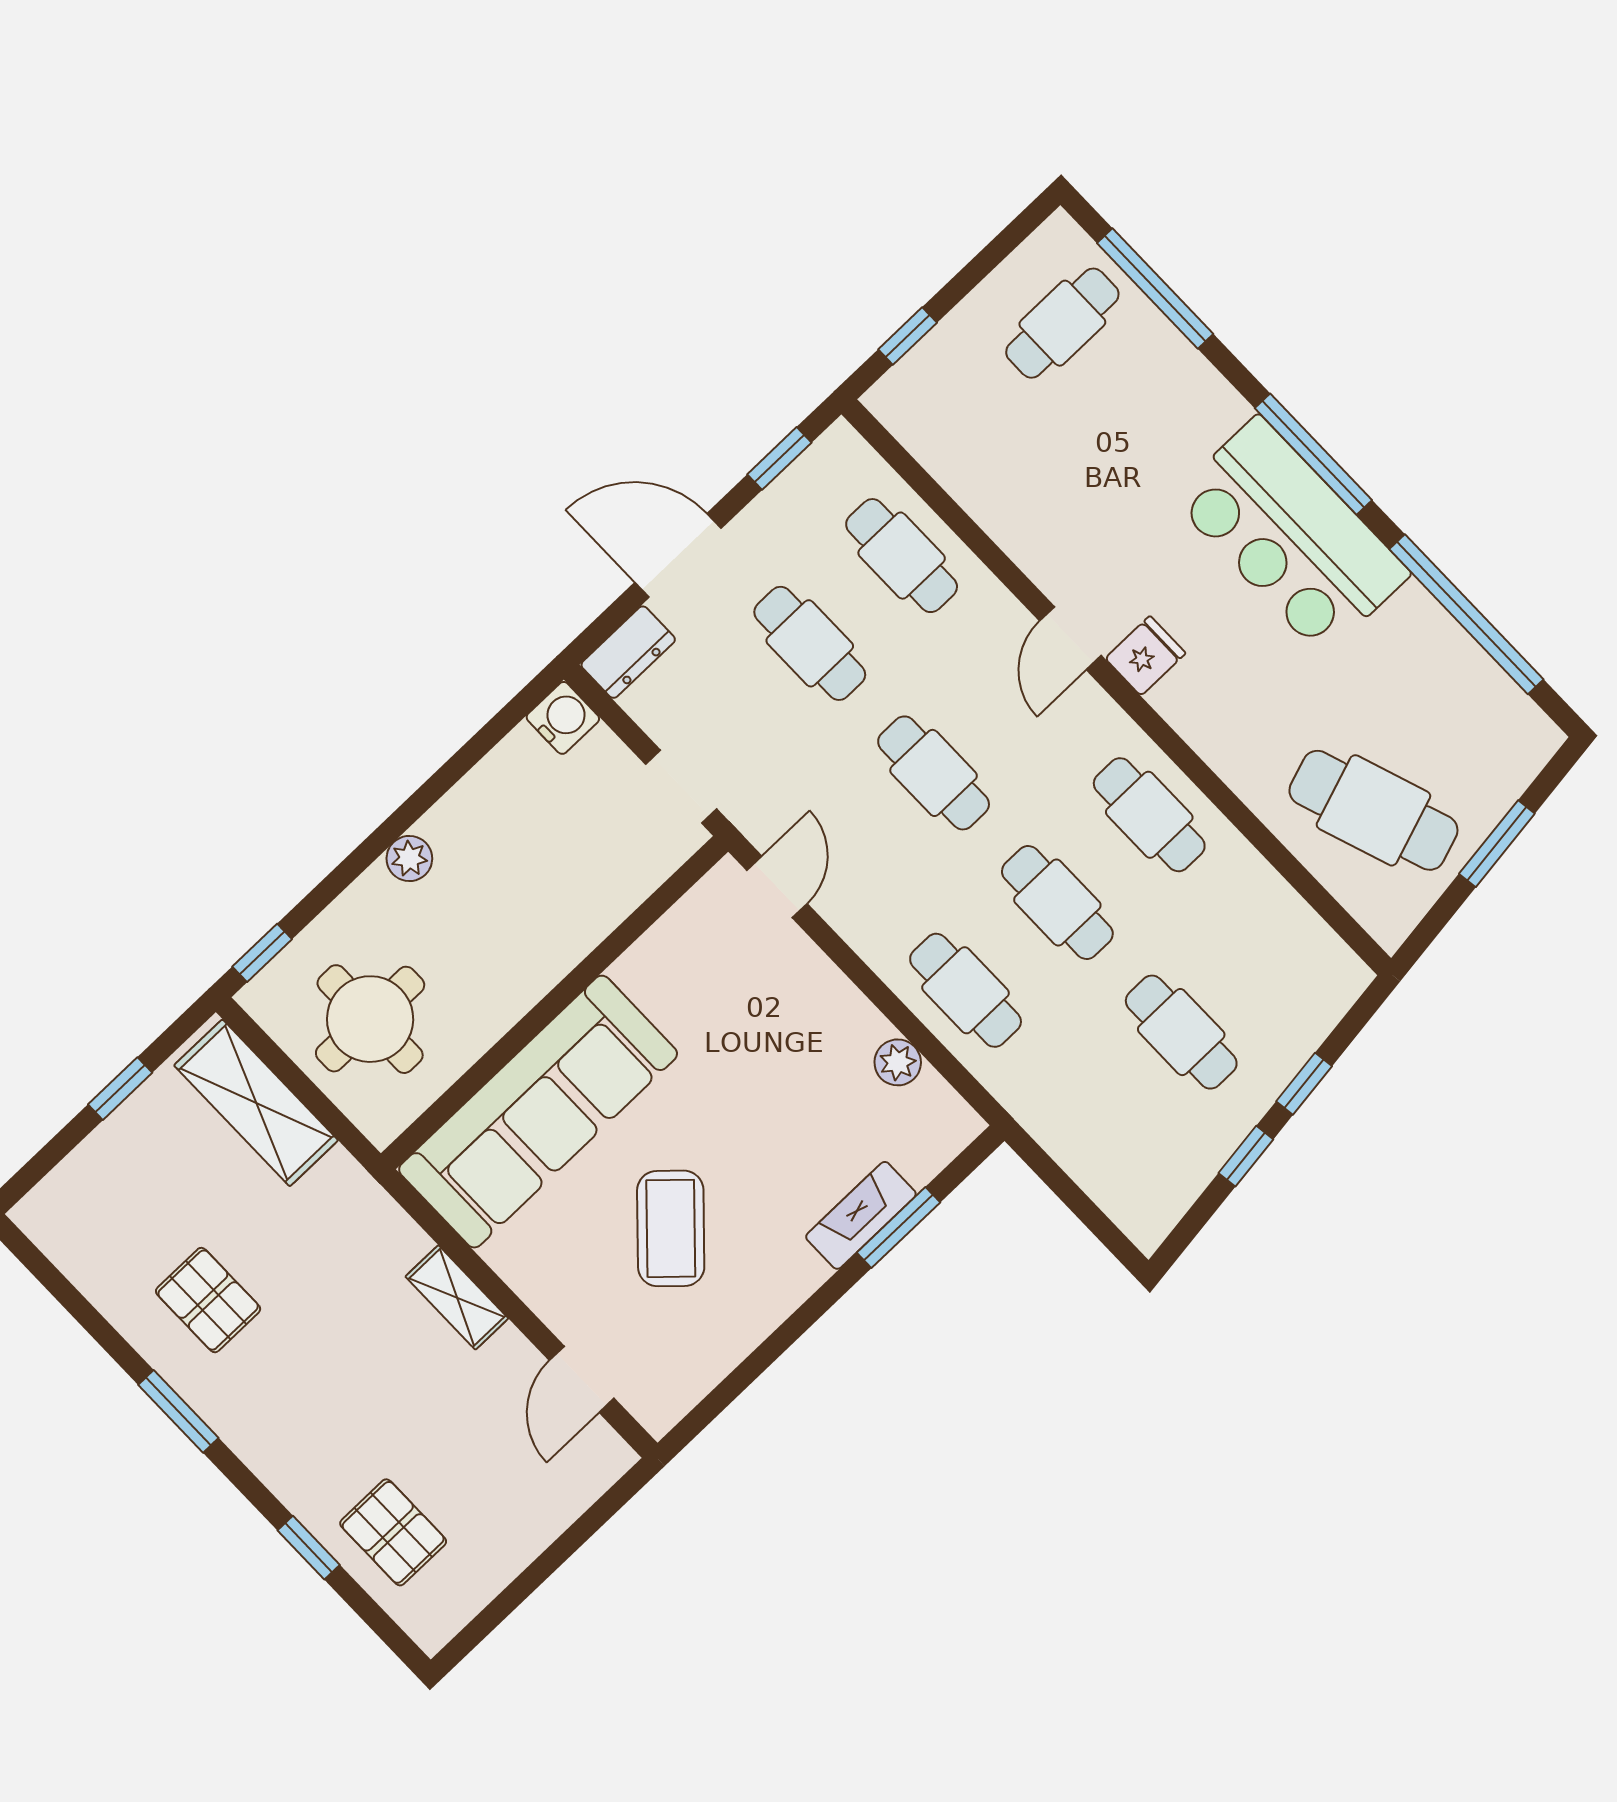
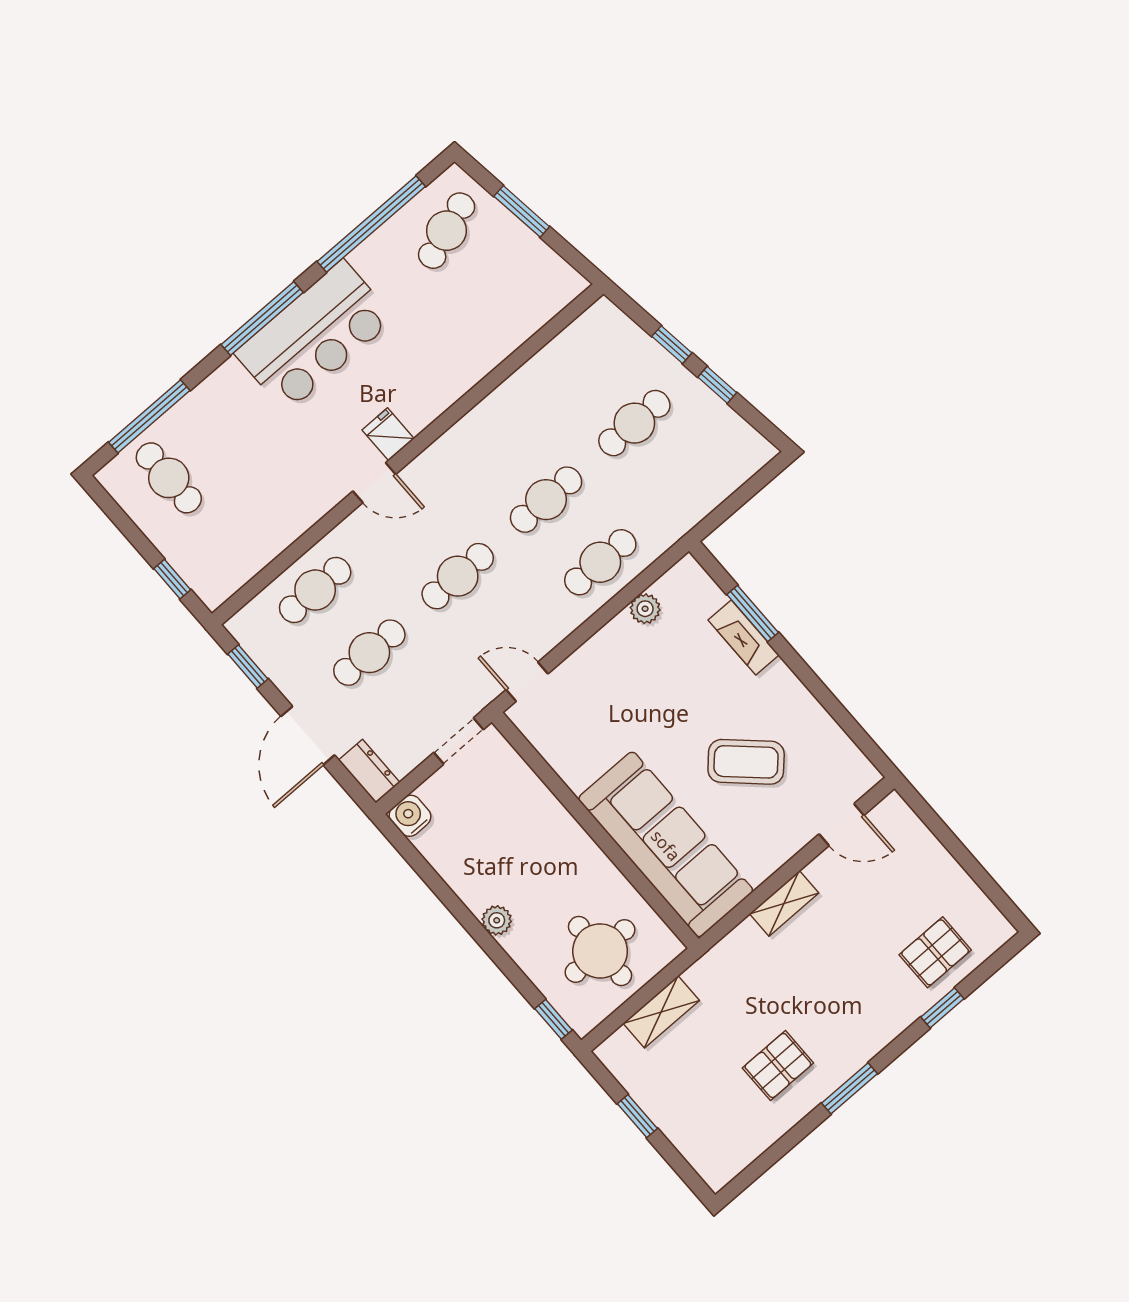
cafe table: (1373, 810) -> (447, 231), moved, width x0.73, depth x0.74
cafe table: (1149, 815) -> (492, 437), removed
shelving: (256, 1103) -> (661, 1012), width x0.67, depth x0.75

